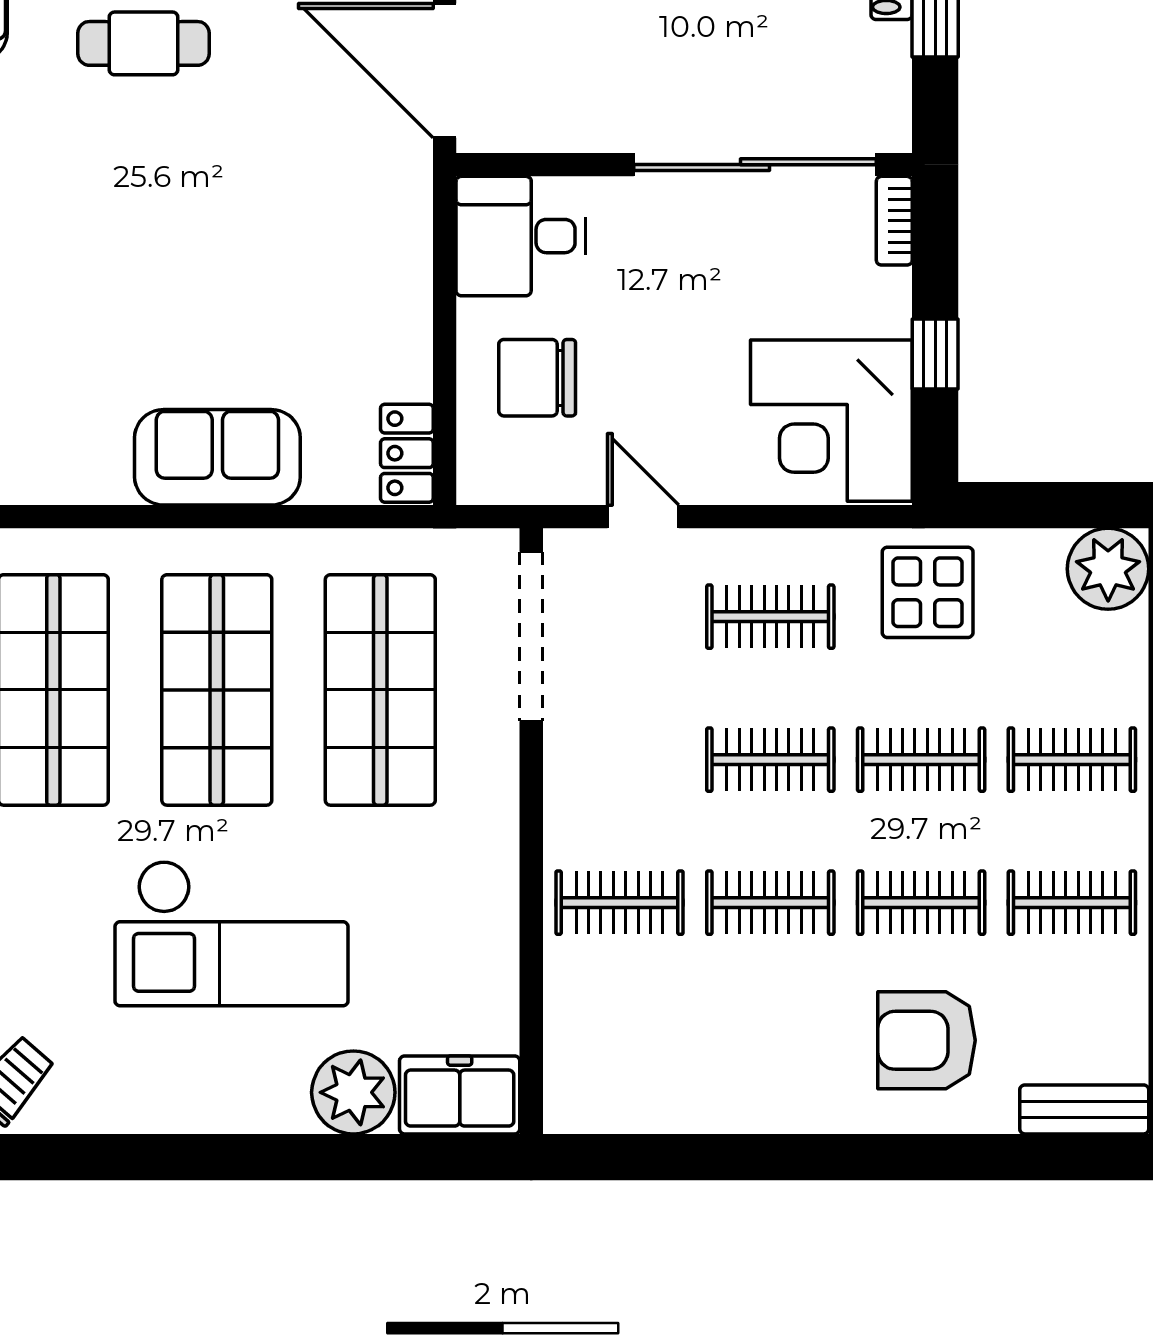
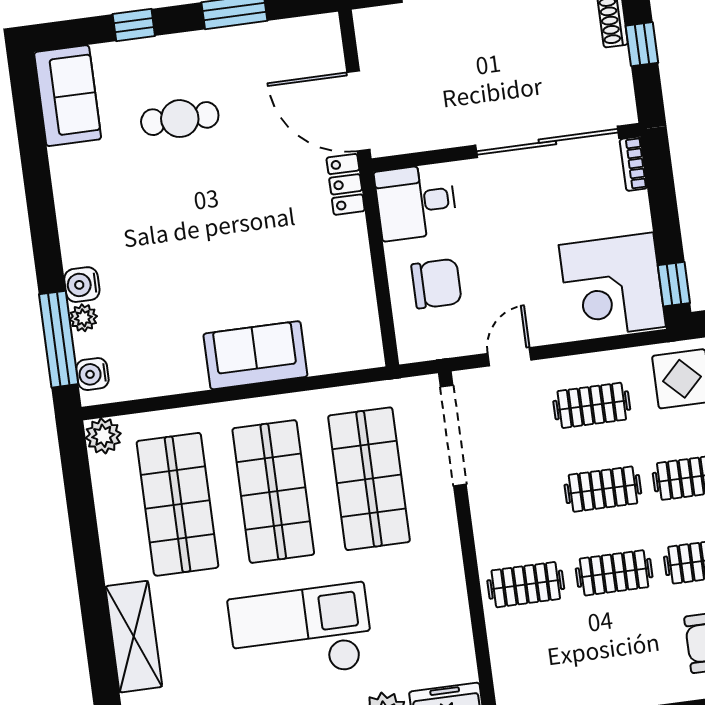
window: (935, 354) -> (674, 284), moved
chair: (537, 378) -> (436, 284), turned 180
locker: (407, 453) -> (346, 184), moved
door: (643, 517) -> (509, 357), hinge flipped
checkout: (232, 933) -> (301, 633), turned 180

